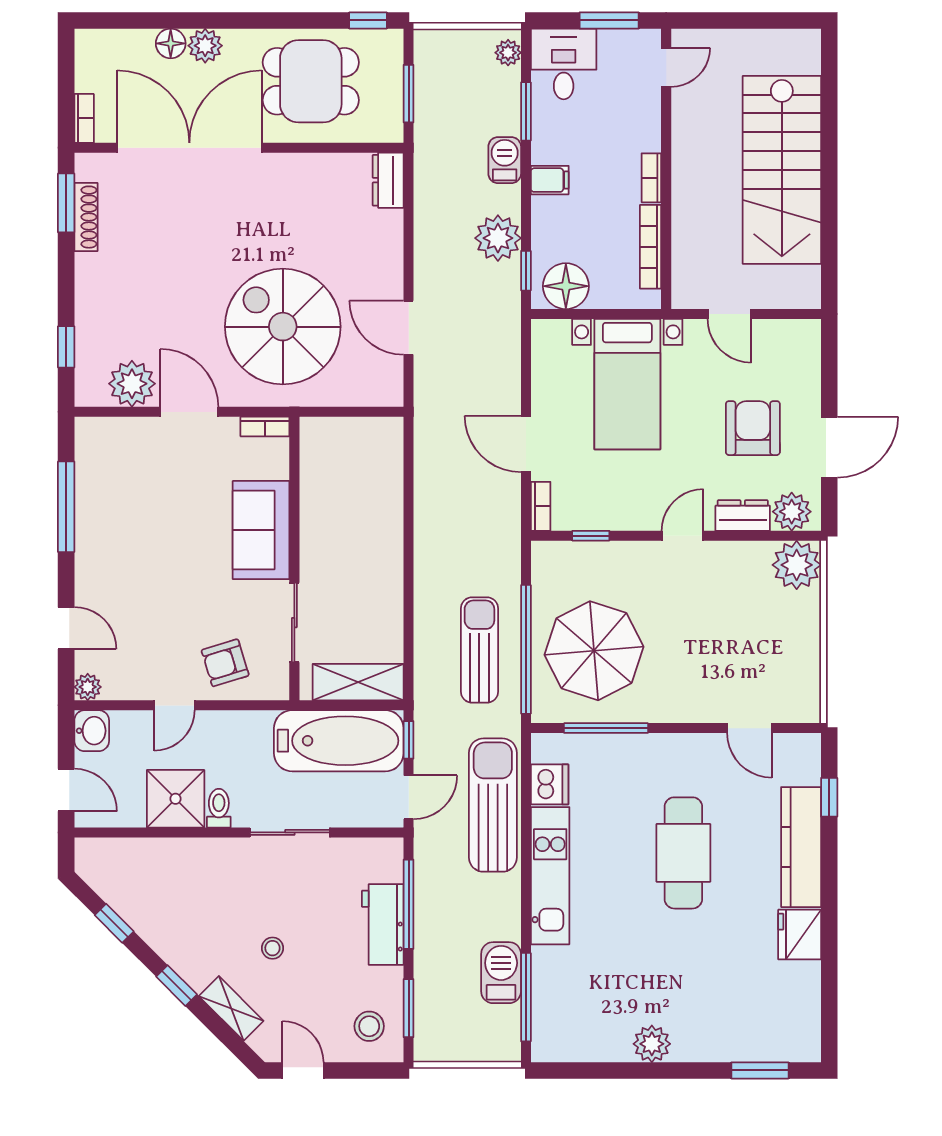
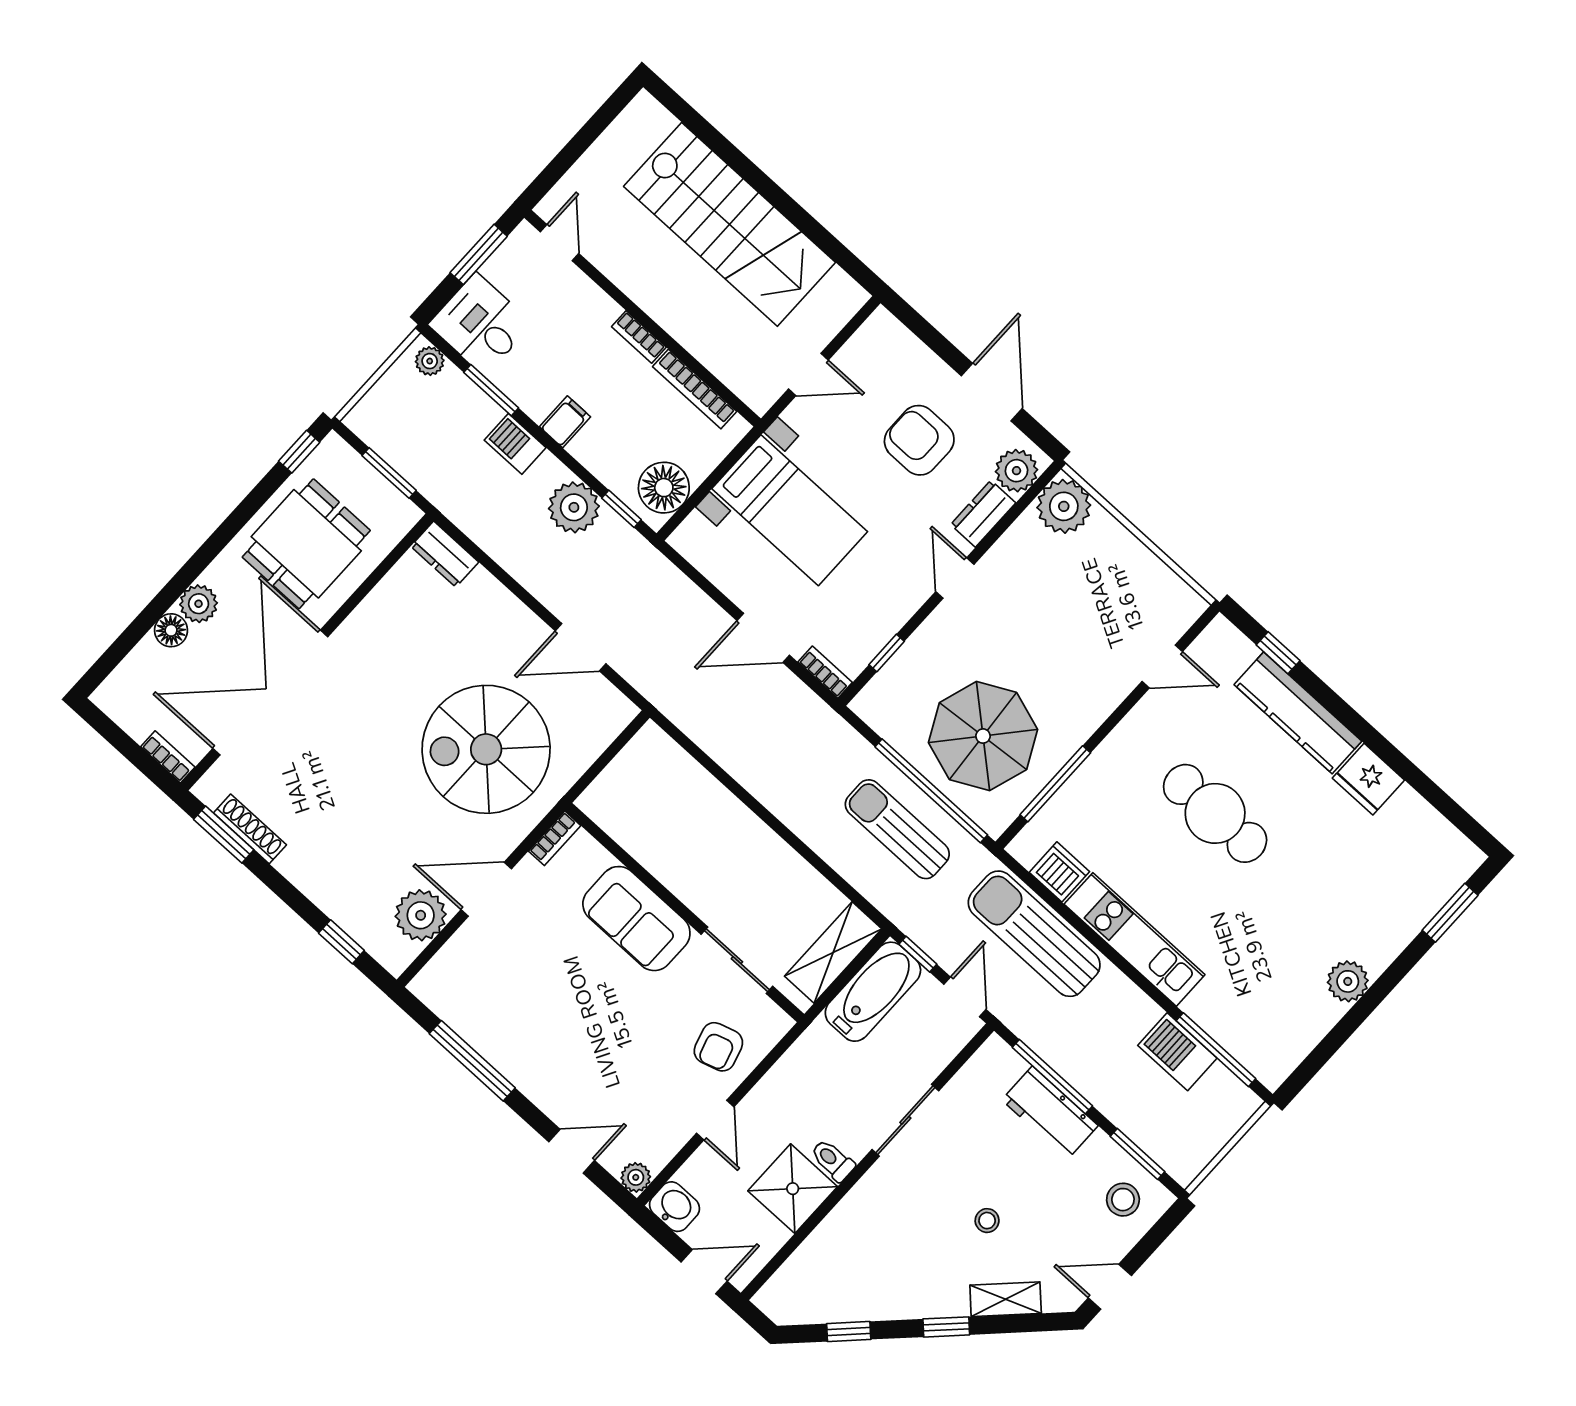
bathtub: (339, 741) -> (873, 992), width x0.73, depth x0.73

